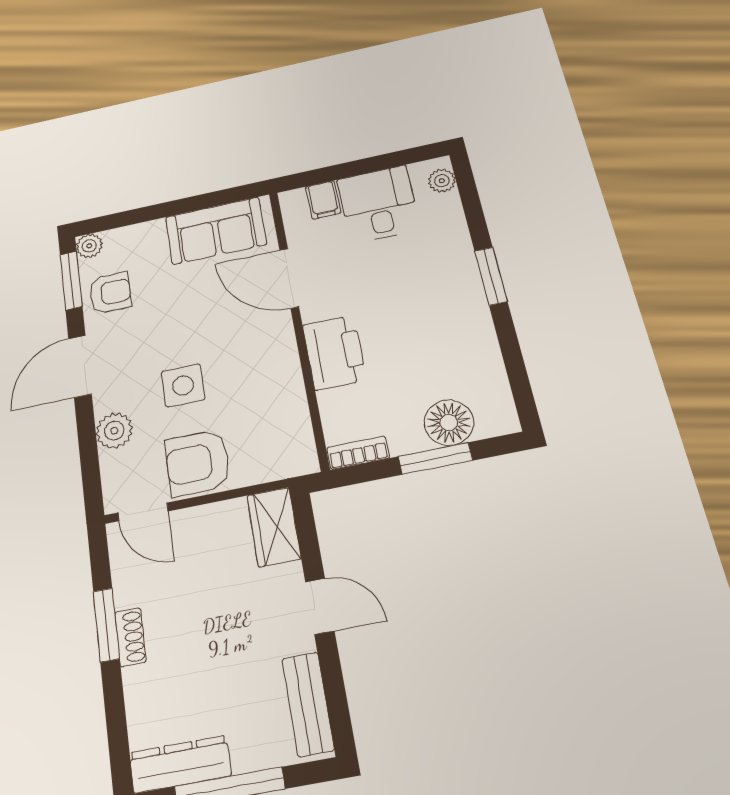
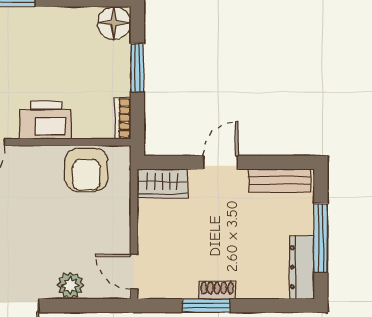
side table: (183, 385) -> (47, 232), removed
floor lamp: (449, 423) -> (114, 23), moved
armchair: (198, 463) -> (86, 170), moved
door: (143, 512) -> (134, 272), swing flipped

